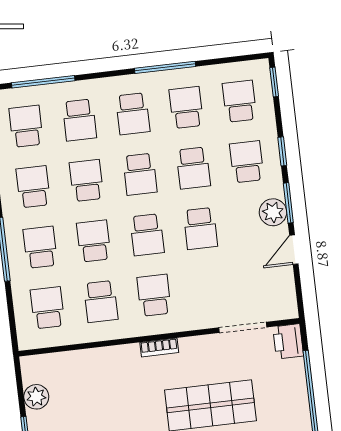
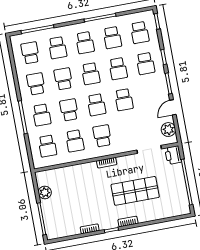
school desk: (240, 101) -> (140, 32), turned 180
school desk: (186, 107) -> (112, 38), turned 180
school desk: (247, 162) -> (145, 64), turned 180
plant: (273, 212) -> (168, 130), moved
school desk: (40, 247) -> (42, 115), turned 180
school desk: (47, 308) -> (47, 146), turned 180

